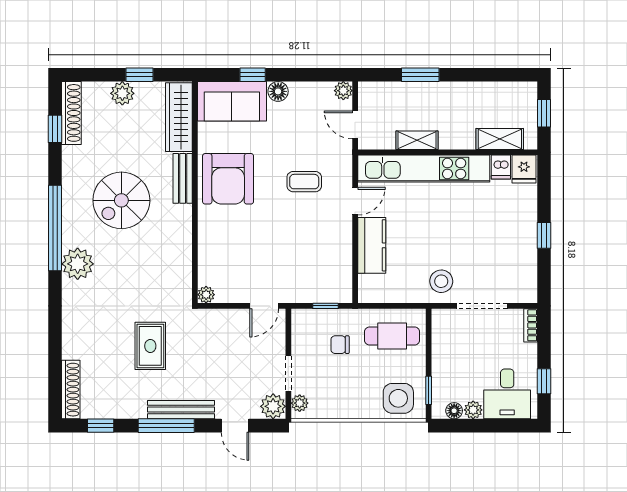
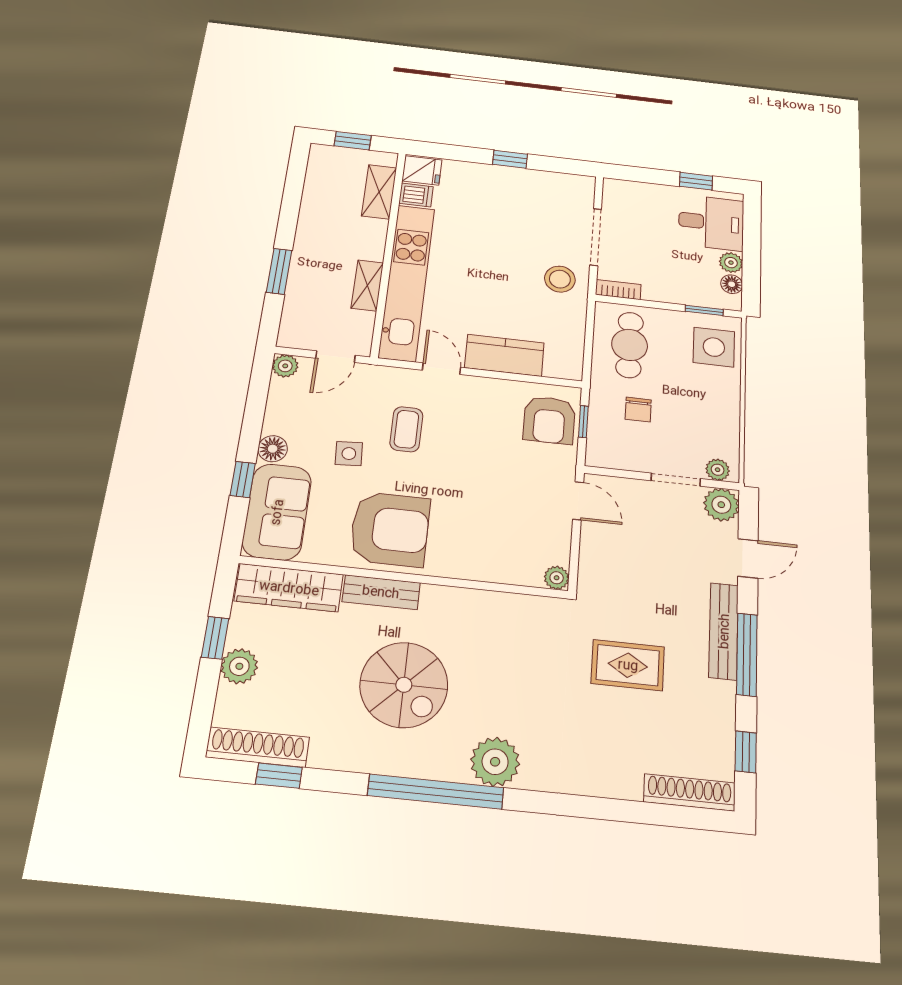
side table: (281, 144) -> (349, 454), added
armchair: (324, 281) -> (549, 420), added
bookcase: (531, 325) -> (618, 290), moved, turned 180

